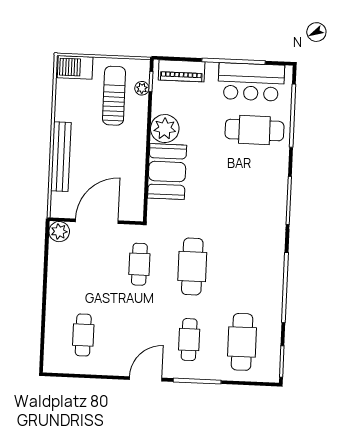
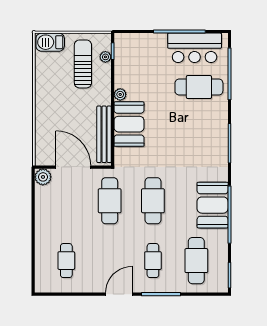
piano: (182, 71) -> (137, 41), removed
plant: (165, 129) -> (120, 94), width x0.53, depth x0.53
bench: (61, 157) -> (104, 134), moved
door: (97, 221) -> (73, 167), hinge flipped
cafe table: (139, 264) -> (110, 201), width x1.37, depth x1.35
booth: (265, 275) -> (213, 205), added

